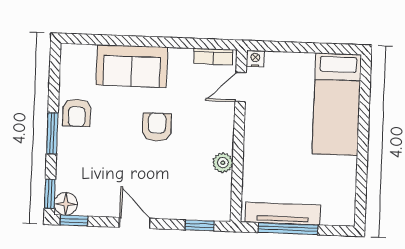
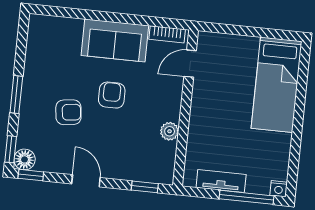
nightstand: (255, 59) -> (279, 189), moved, turned 180
sofa: (132, 66) -> (115, 40), moved
armchair: (77, 113) -> (68, 112), moved, turned -97
tv unit: (283, 214) -> (221, 181), width x0.71
window: (288, 229) -> (246, 197), moved

